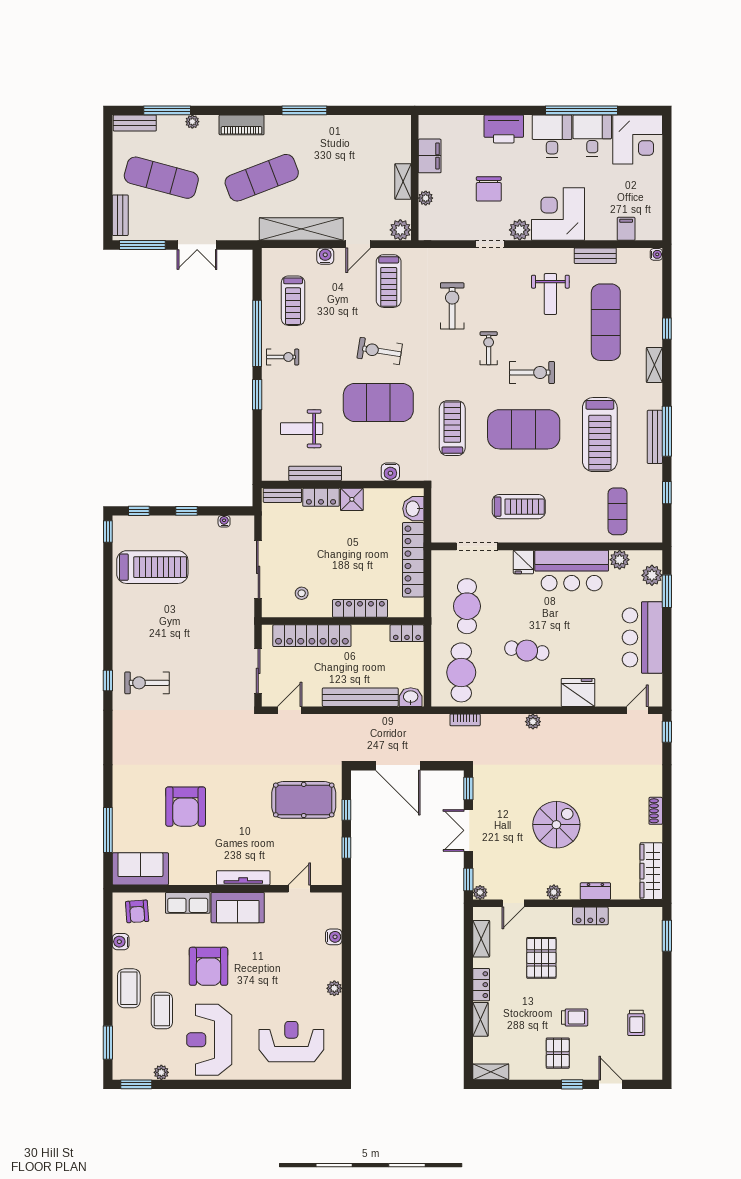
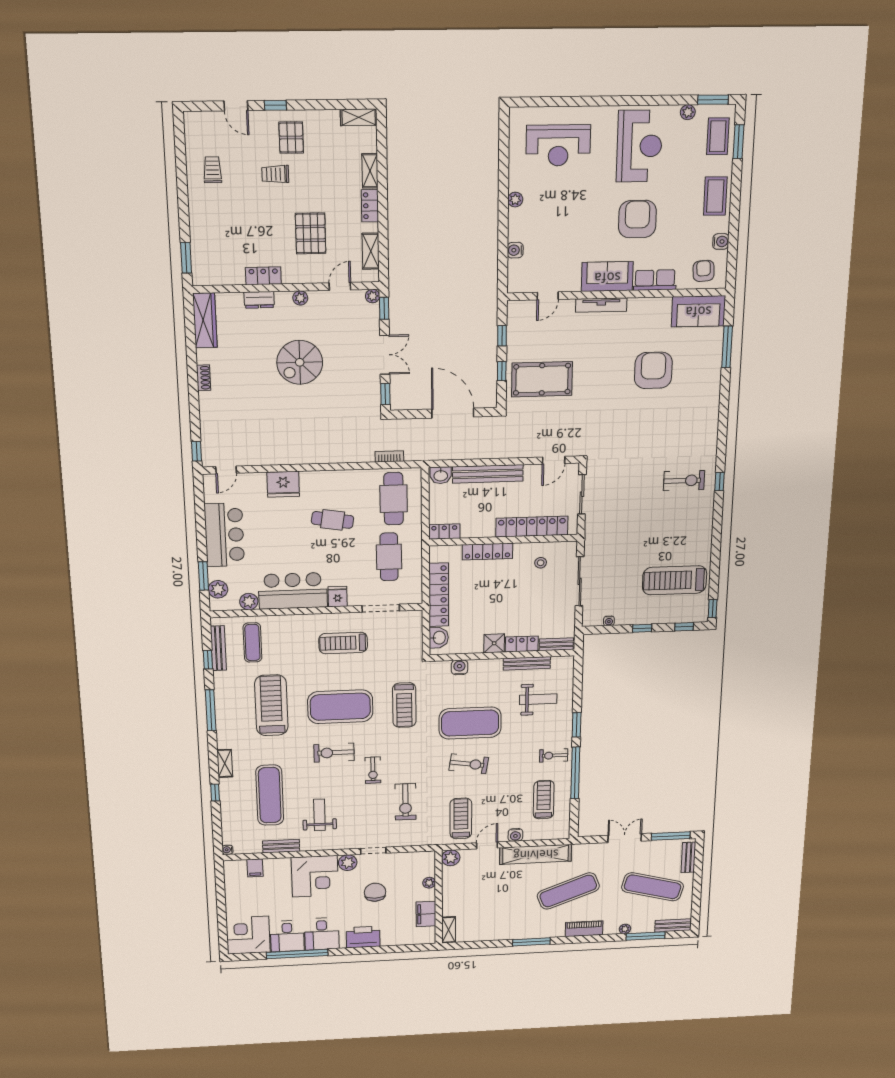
shelving: (403, 181) -> (449, 930), moved
bench: (655, 437) -> (218, 648), moved
plant: (533, 722) -> (325, 457), removed
coffee table: (162, 1011) -> (718, 136), moved

